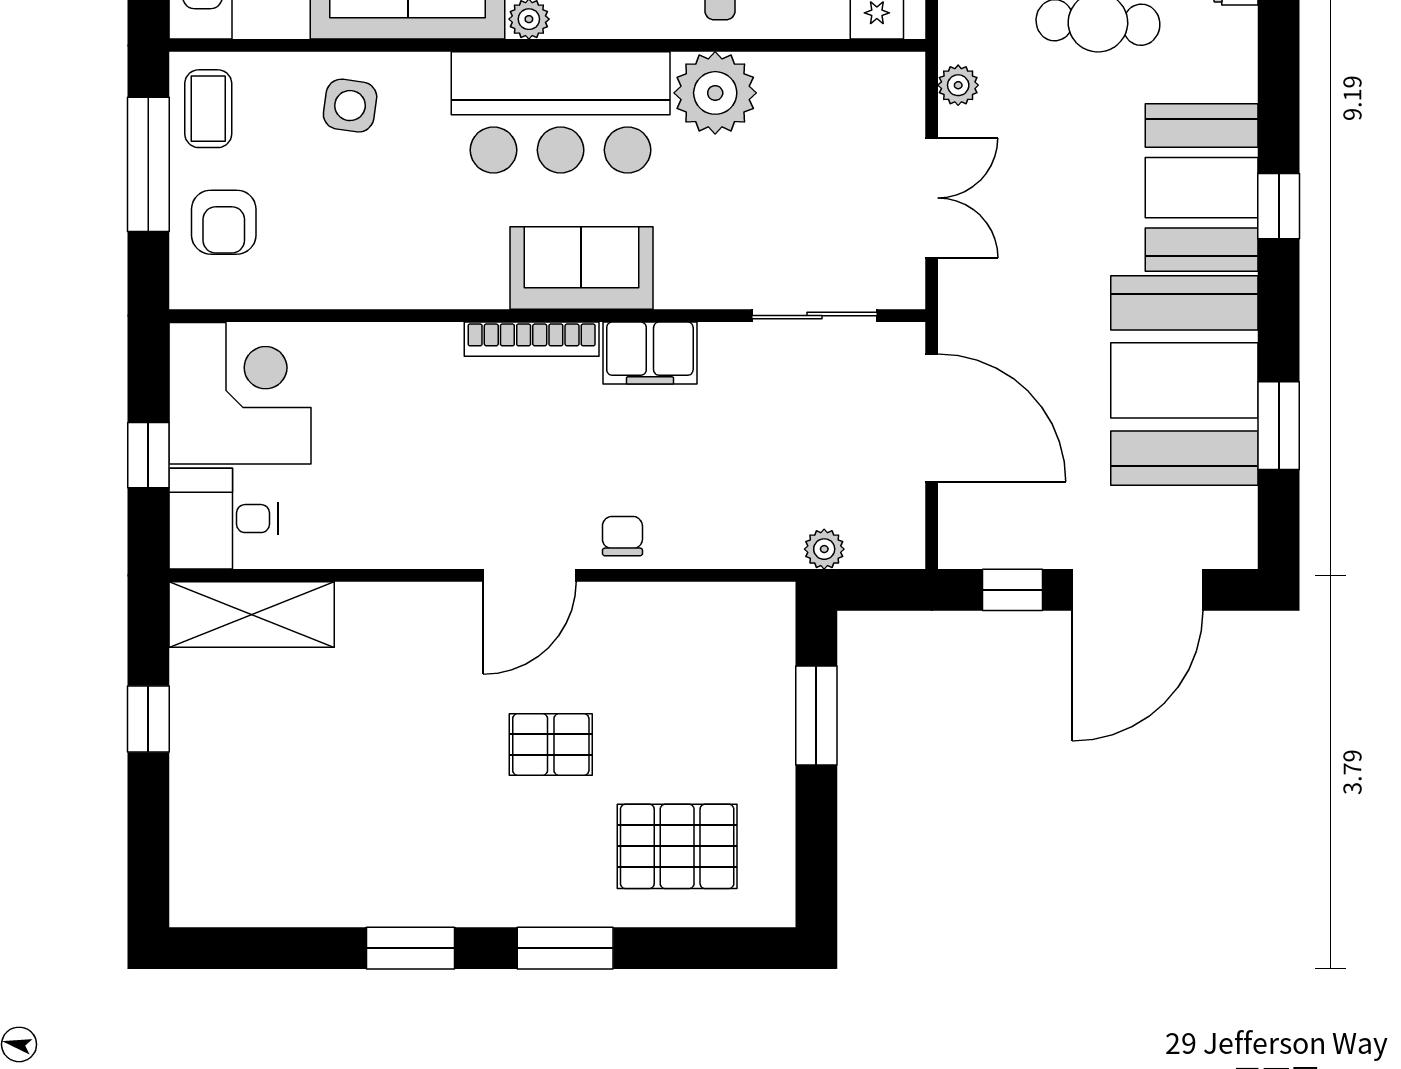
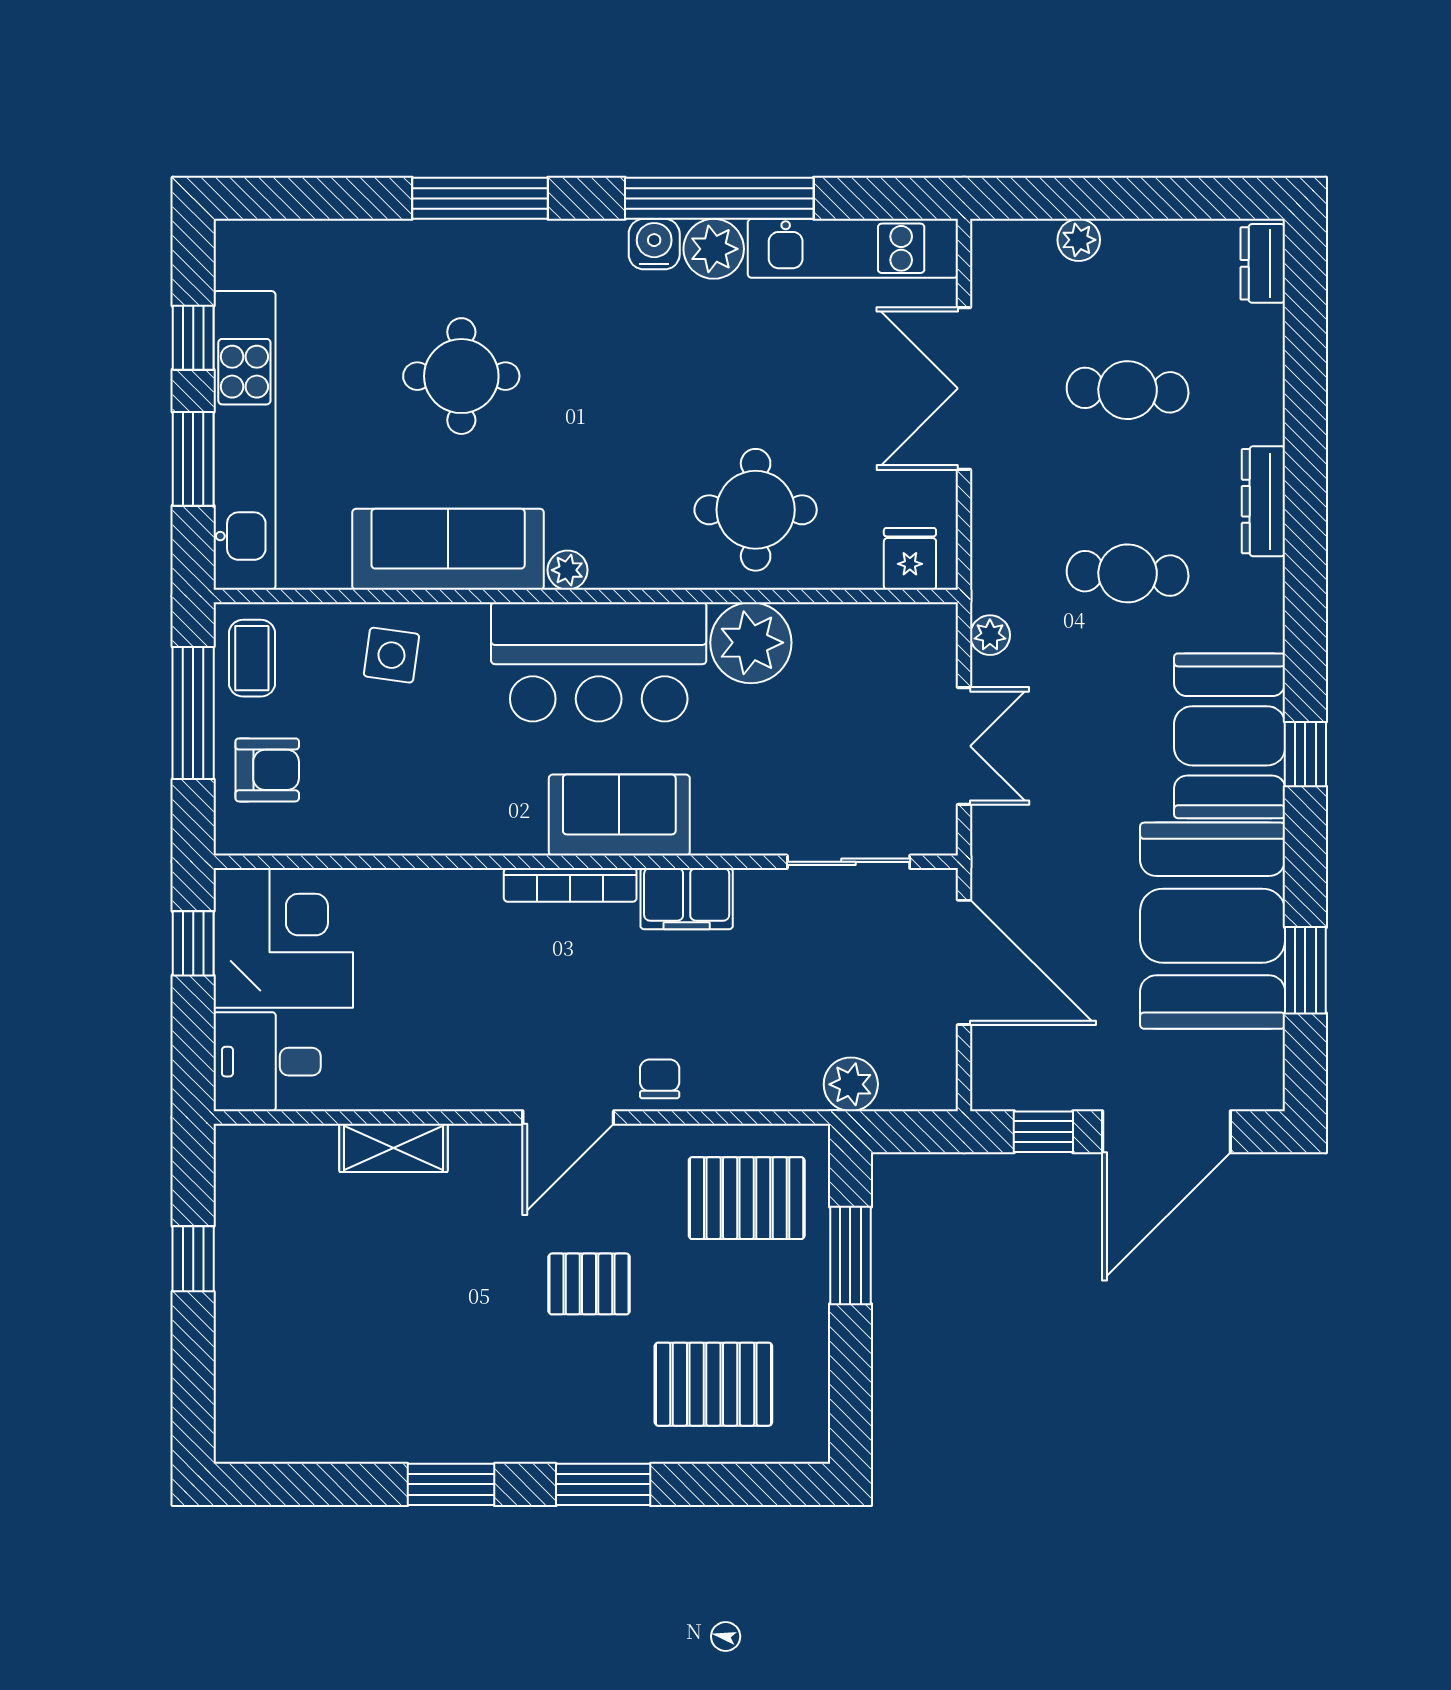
armchair: (224, 222) -> (267, 770), turned -90
window: (148, 455) -> (193, 943), moved
plant: (824, 549) -> (851, 1084), width x1.38, depth x1.38
shelving: (252, 614) -> (394, 1148), moved, width x0.67, depth x0.75
pallet: (711, 657) -> (747, 1198), added

